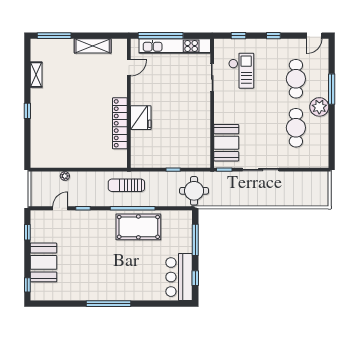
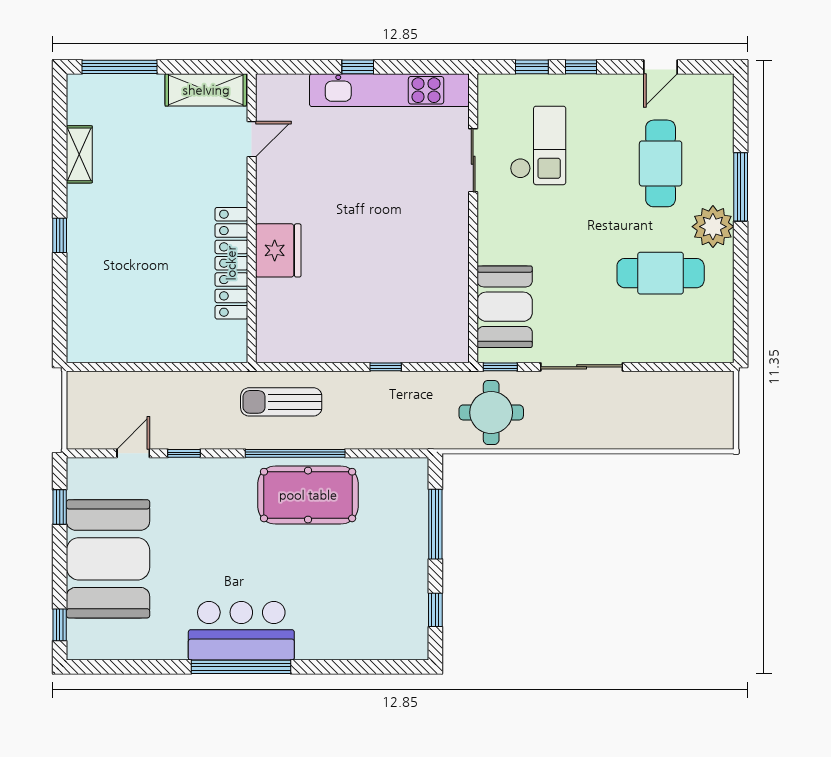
window: (161, 36) -> (358, 67), width x0.32
window: (273, 36) -> (581, 67), moved
door: (314, 36) -> (661, 67), moved
door: (129, 68) -> (252, 139), moved
wall: (129, 103) -> (252, 218), moved
fridge: (141, 118) -> (278, 250), moved
locker: (120, 123) -> (231, 263), moved
cafe table: (296, 128) -> (661, 273), turned 90
plant: (65, 176) -> (144, 381), removed
round table: (194, 191) -> (491, 412), moved
booth: (43, 262) -> (108, 559), width x1.36, depth x1.42
bar counter: (179, 277) -> (241, 631), moved, turned 90

